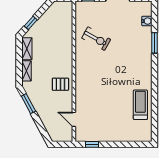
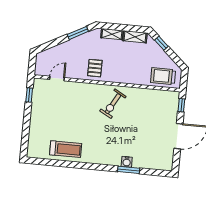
trolley: (62, 18) -> (163, 76), added
water cooler: (147, 21) -> (127, 162), moved
exercise bike: (96, 39) -> (113, 104), moved

